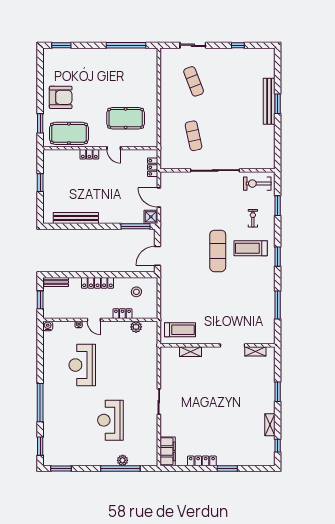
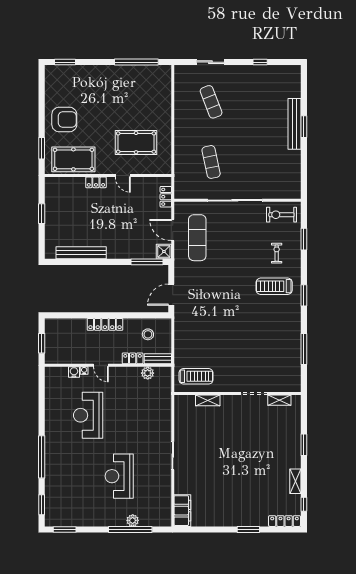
exercise mat: (218, 251) -> (197, 238), moved
bench: (56, 282) -> (158, 359), moved
water cooler: (48, 326) -> (74, 372), moved
locker: (202, 461) -> (285, 521), moved

